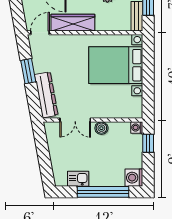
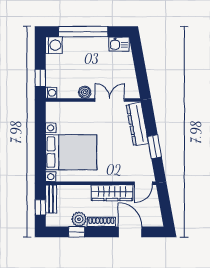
kitchen sink: (78, 179) -> (119, 44), moved

